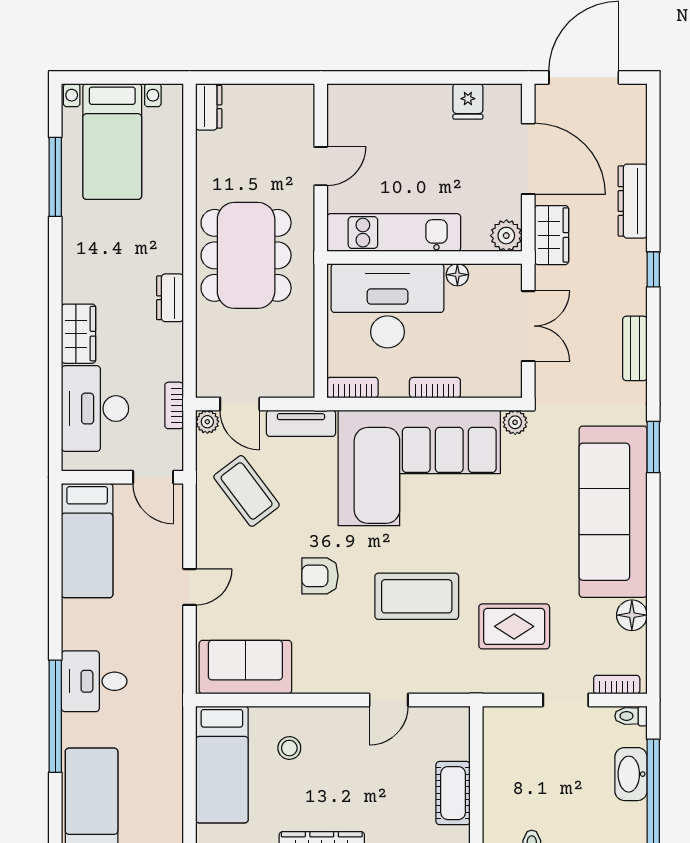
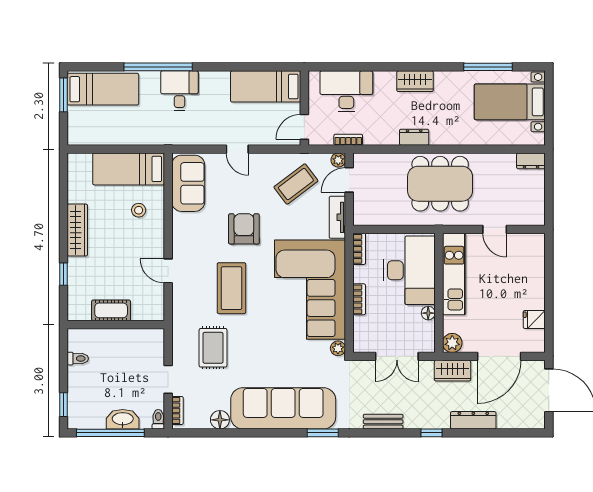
wardrobe: (79, 334) -> (415, 81), moved
armchair: (320, 576) -> (244, 229), width x1.38, depth x1.38

